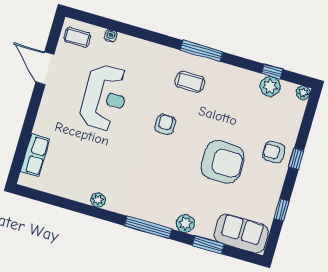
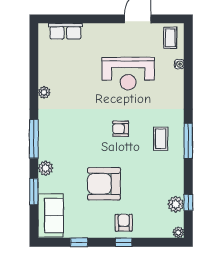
armchair: (165, 124) -> (121, 129), turned 180
armchair: (223, 162) -> (104, 184), turned 90

